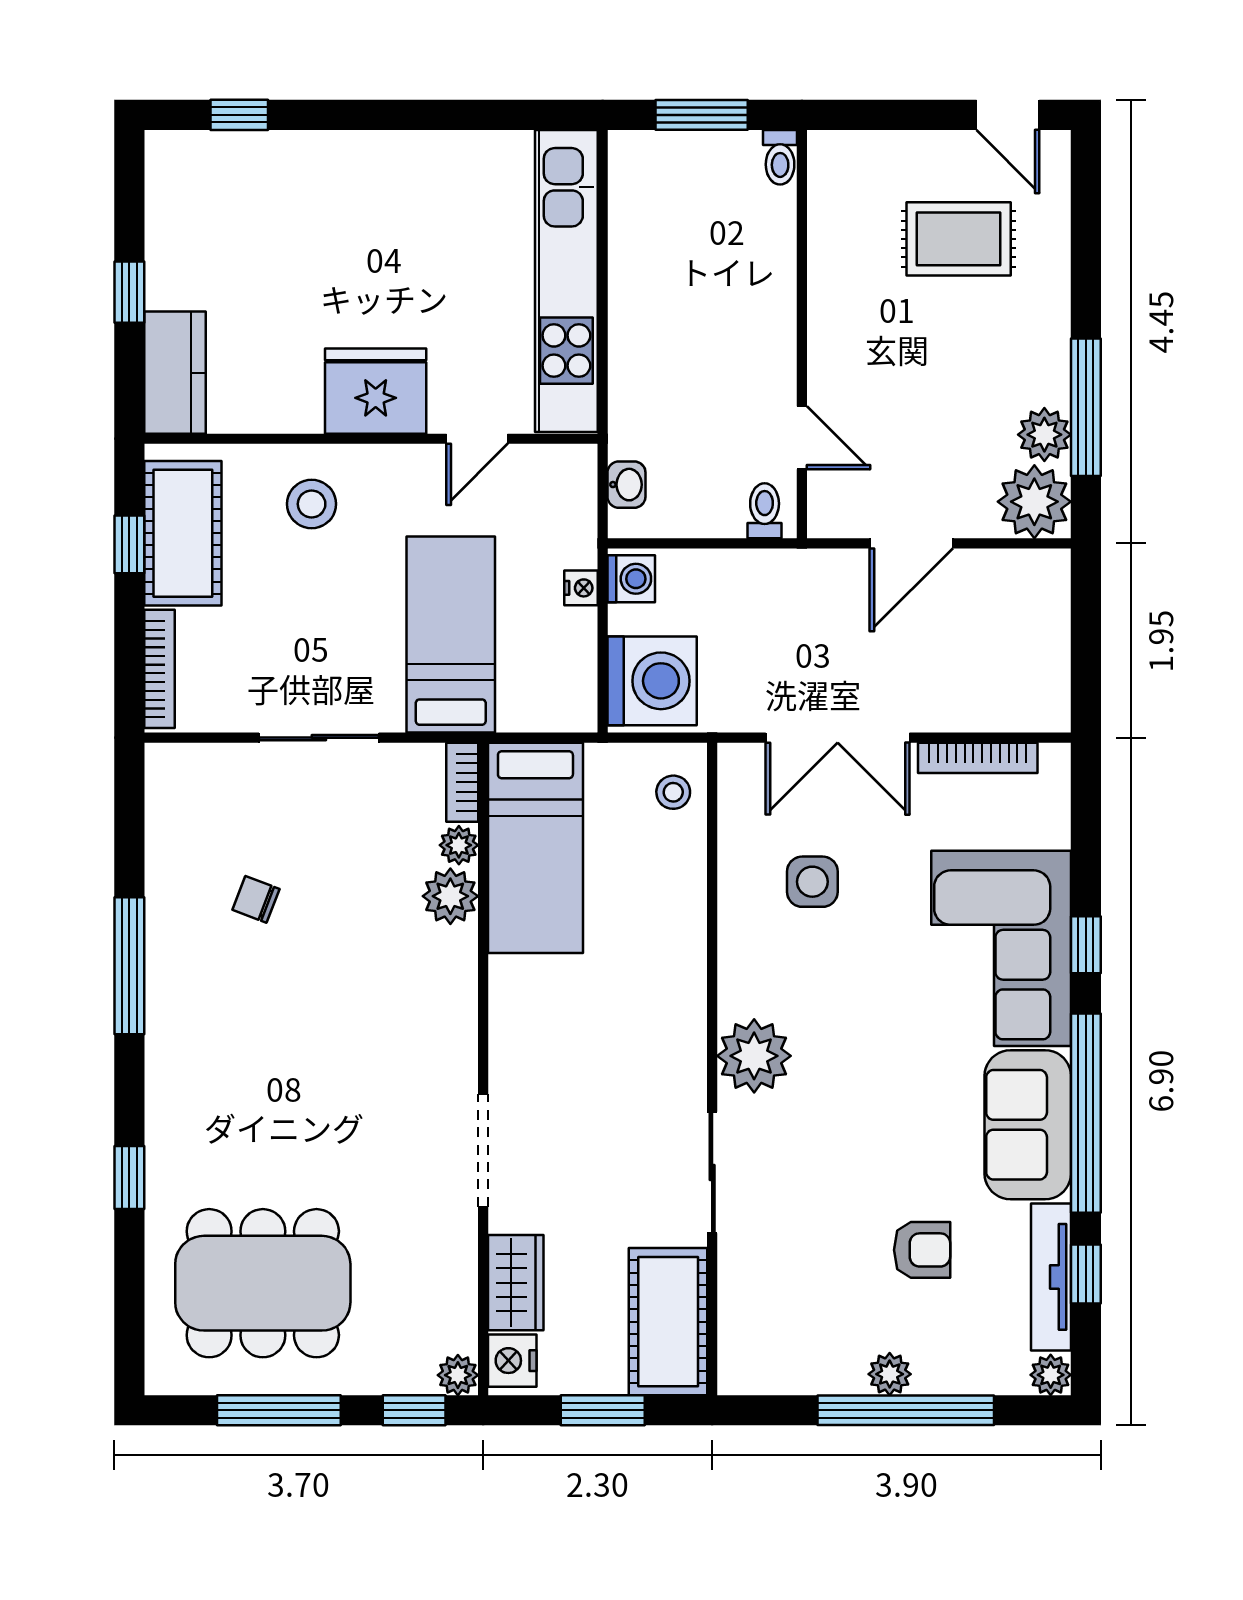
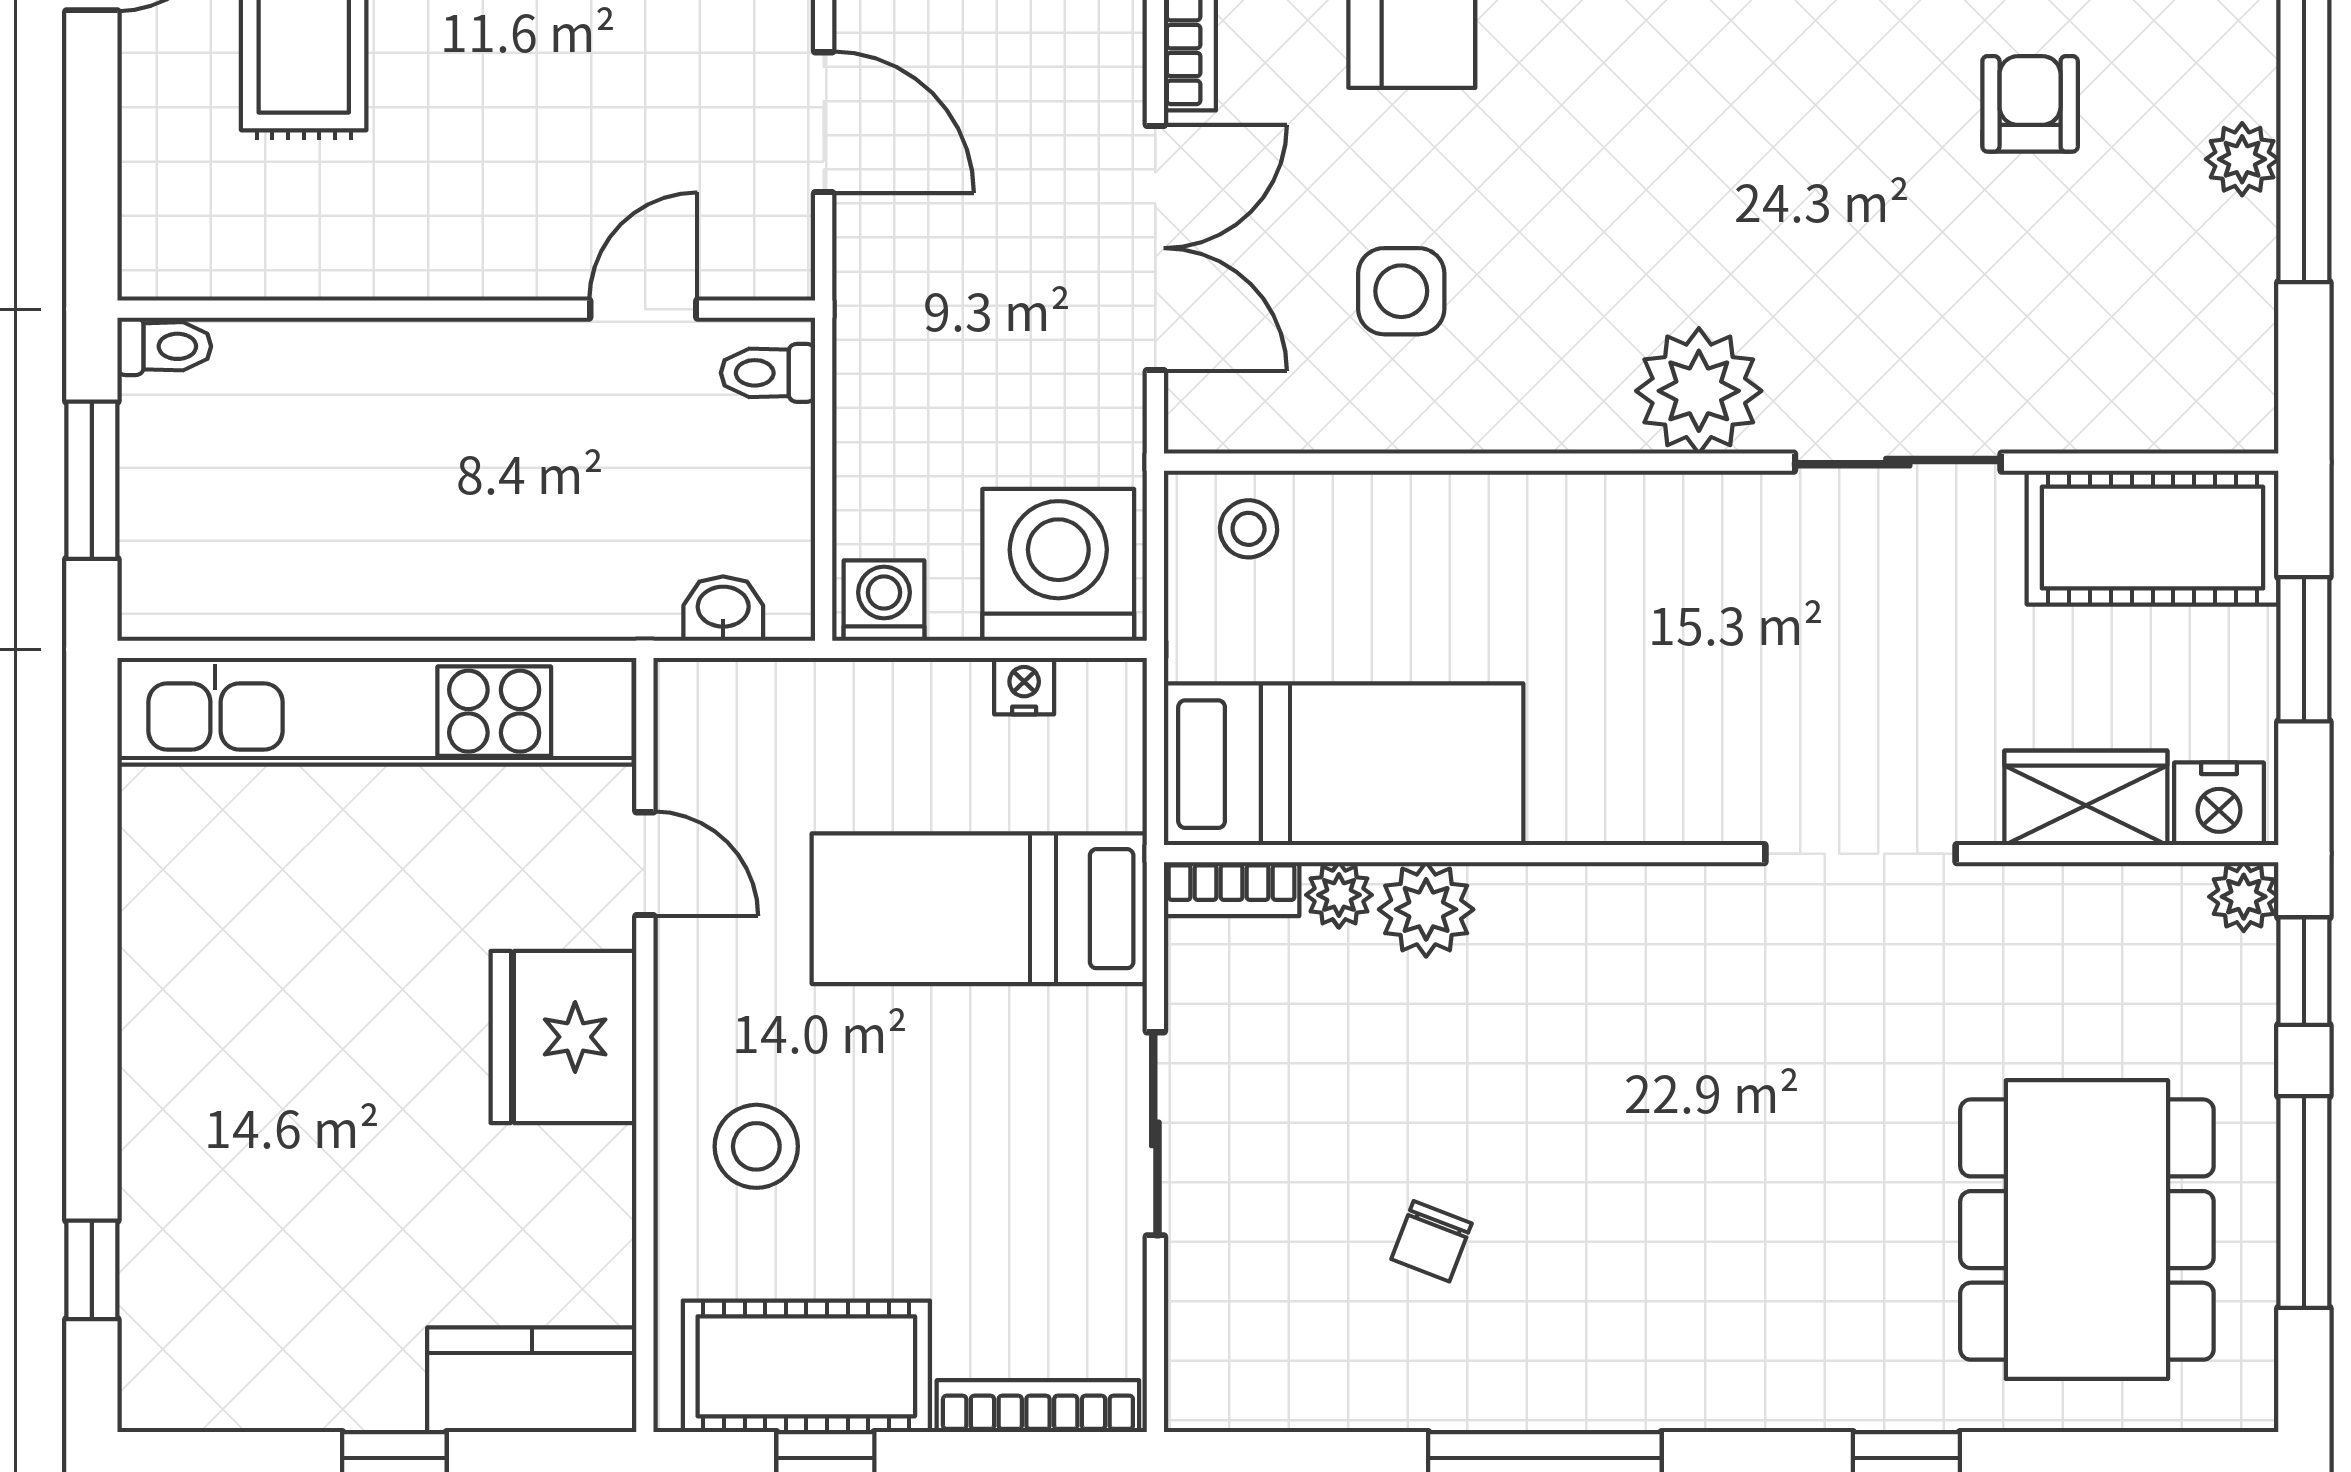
nightstand: (581, 588) -> (1024, 686), moved

